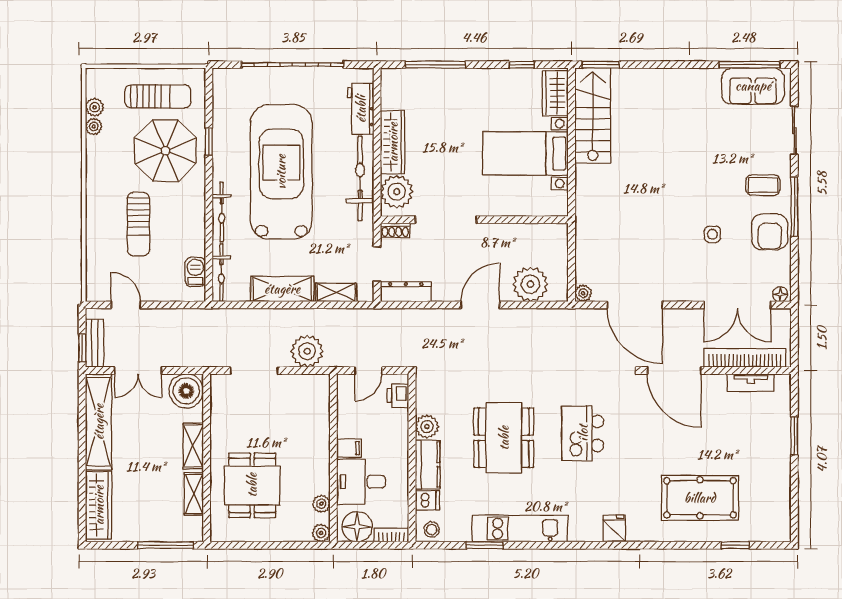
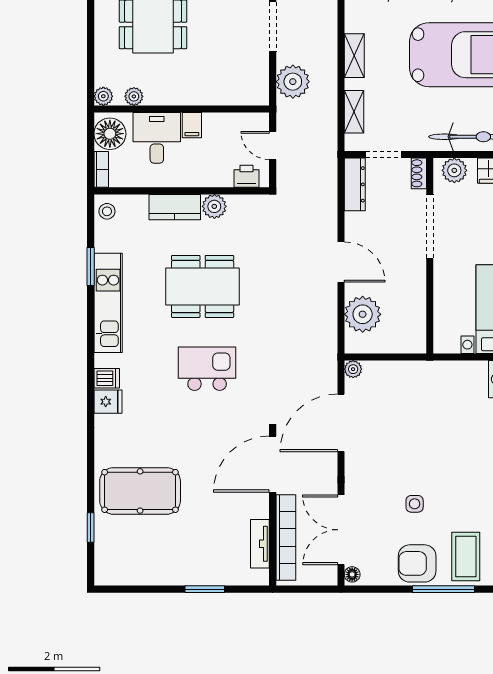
coffee table: (763, 185) -> (466, 556), width x1.36, depth x1.30
plant: (397, 192) -> (454, 170), width x0.73, depth x0.73
shelving: (282, 289) -> (354, 56), width x0.67, depth x0.75
pool table: (700, 498) -> (140, 491), turned 90
dishwasher: (427, 500) -> (107, 378), moved, turned -90

